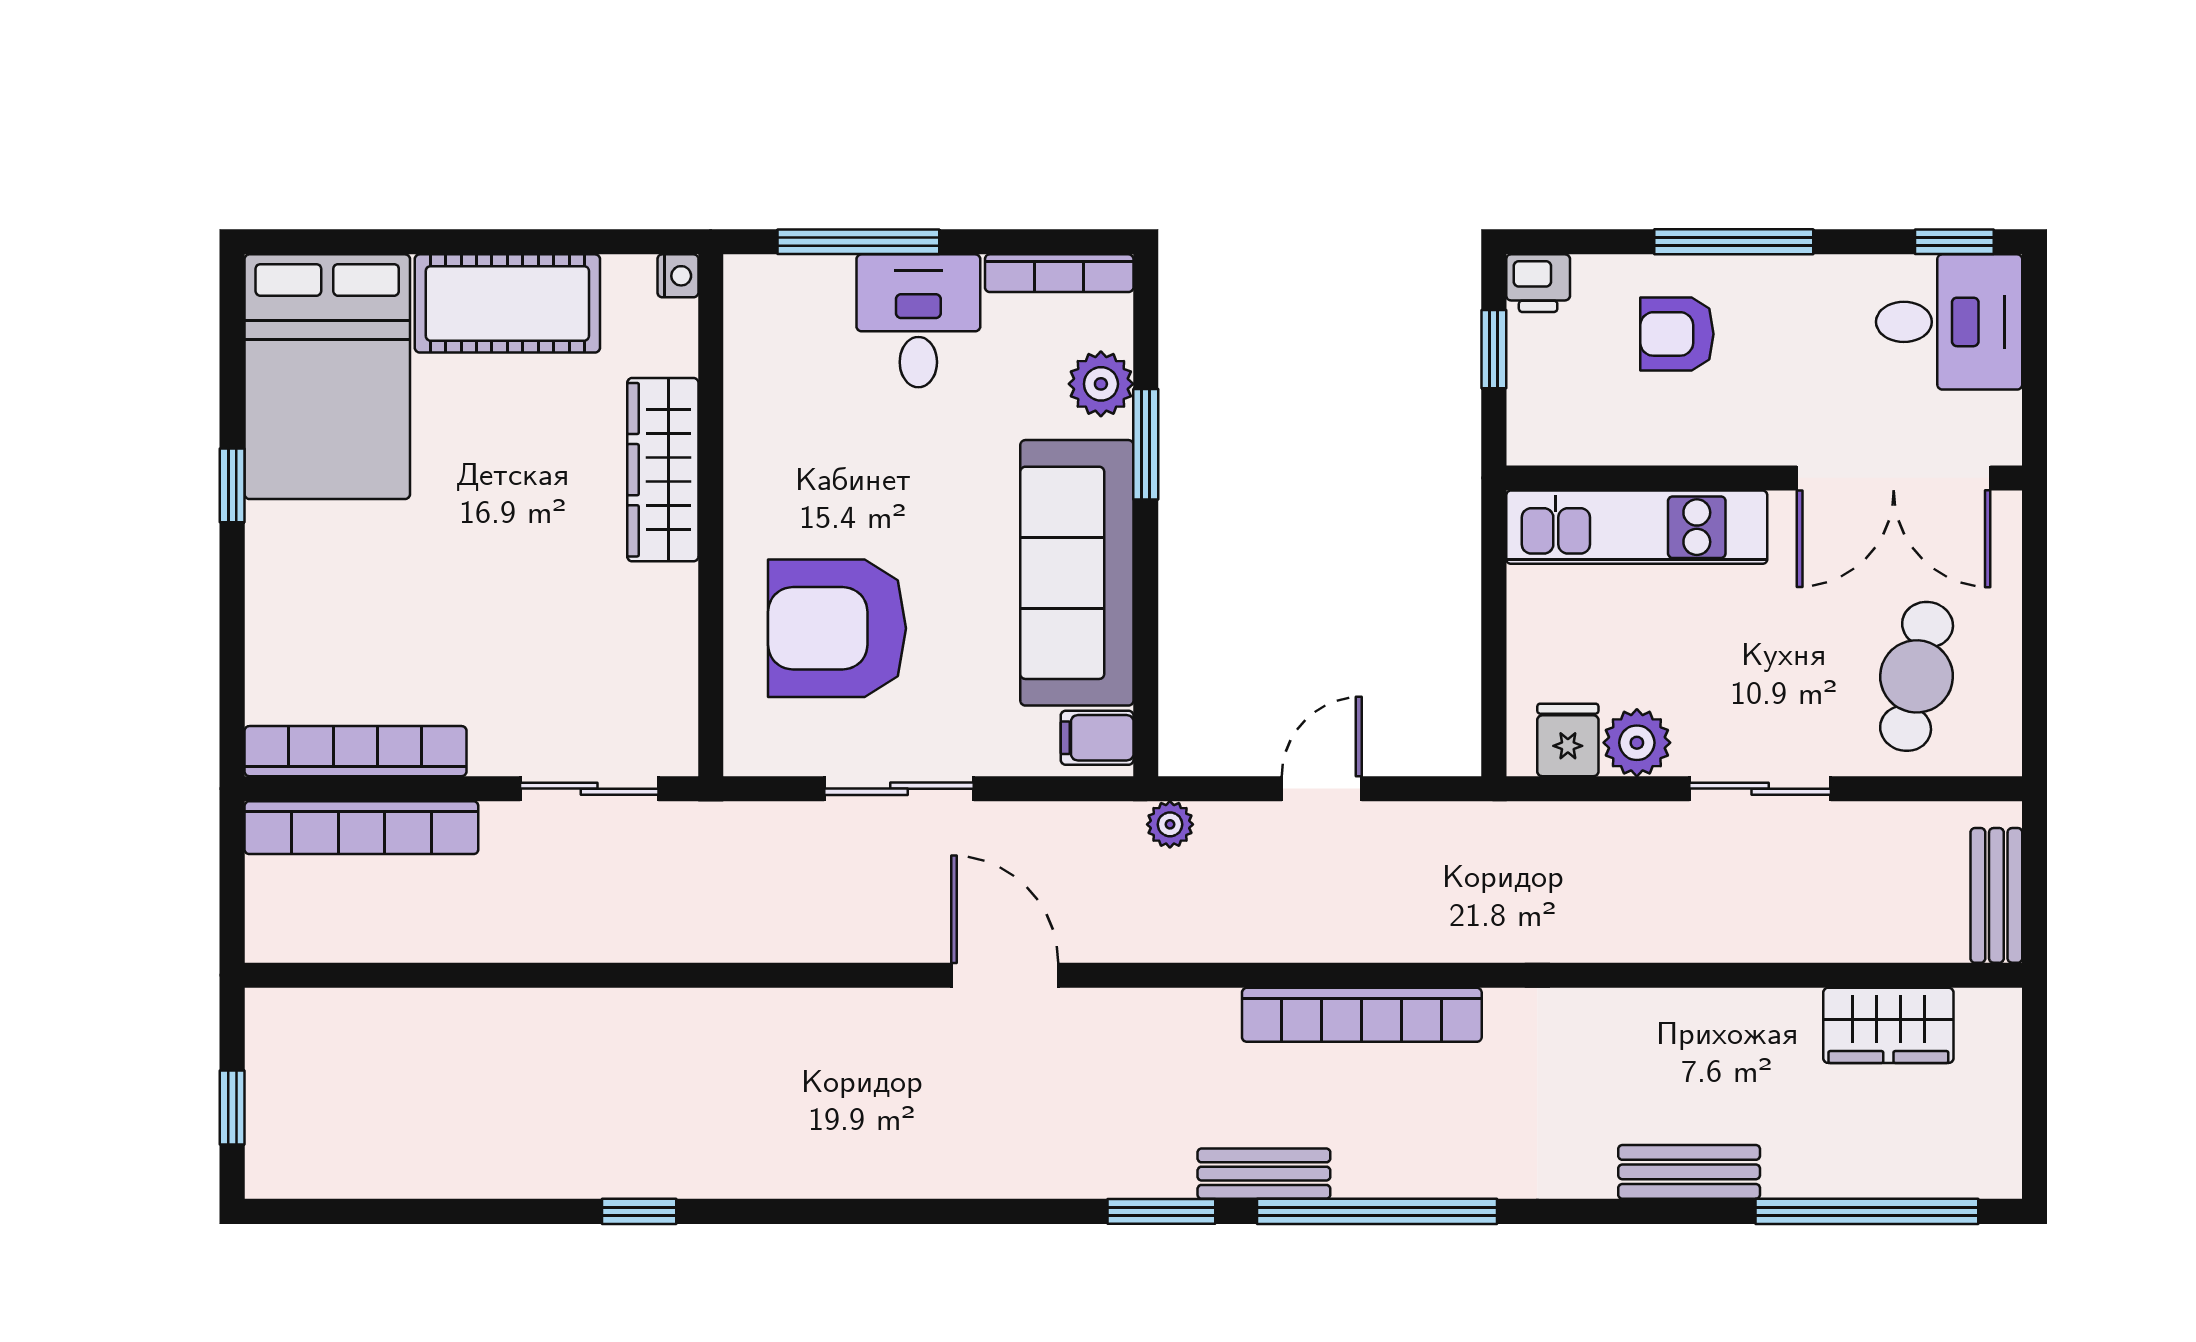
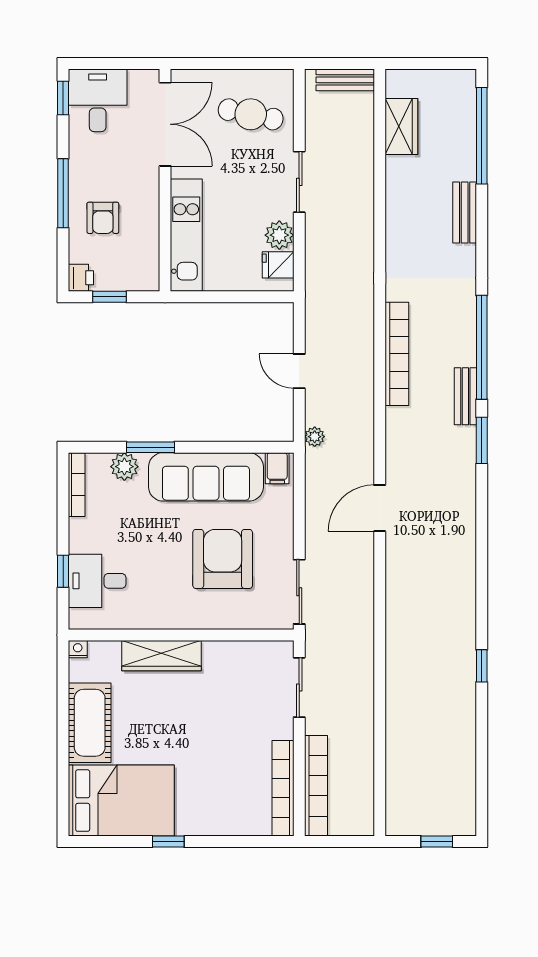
window: (858, 242) -> (63, 571), width x0.46
desk: (918, 321) -> (97, 581), moved
armchair: (837, 628) -> (223, 559), moved, turned 180
sliding door: (899, 789) -> (299, 592), moved

